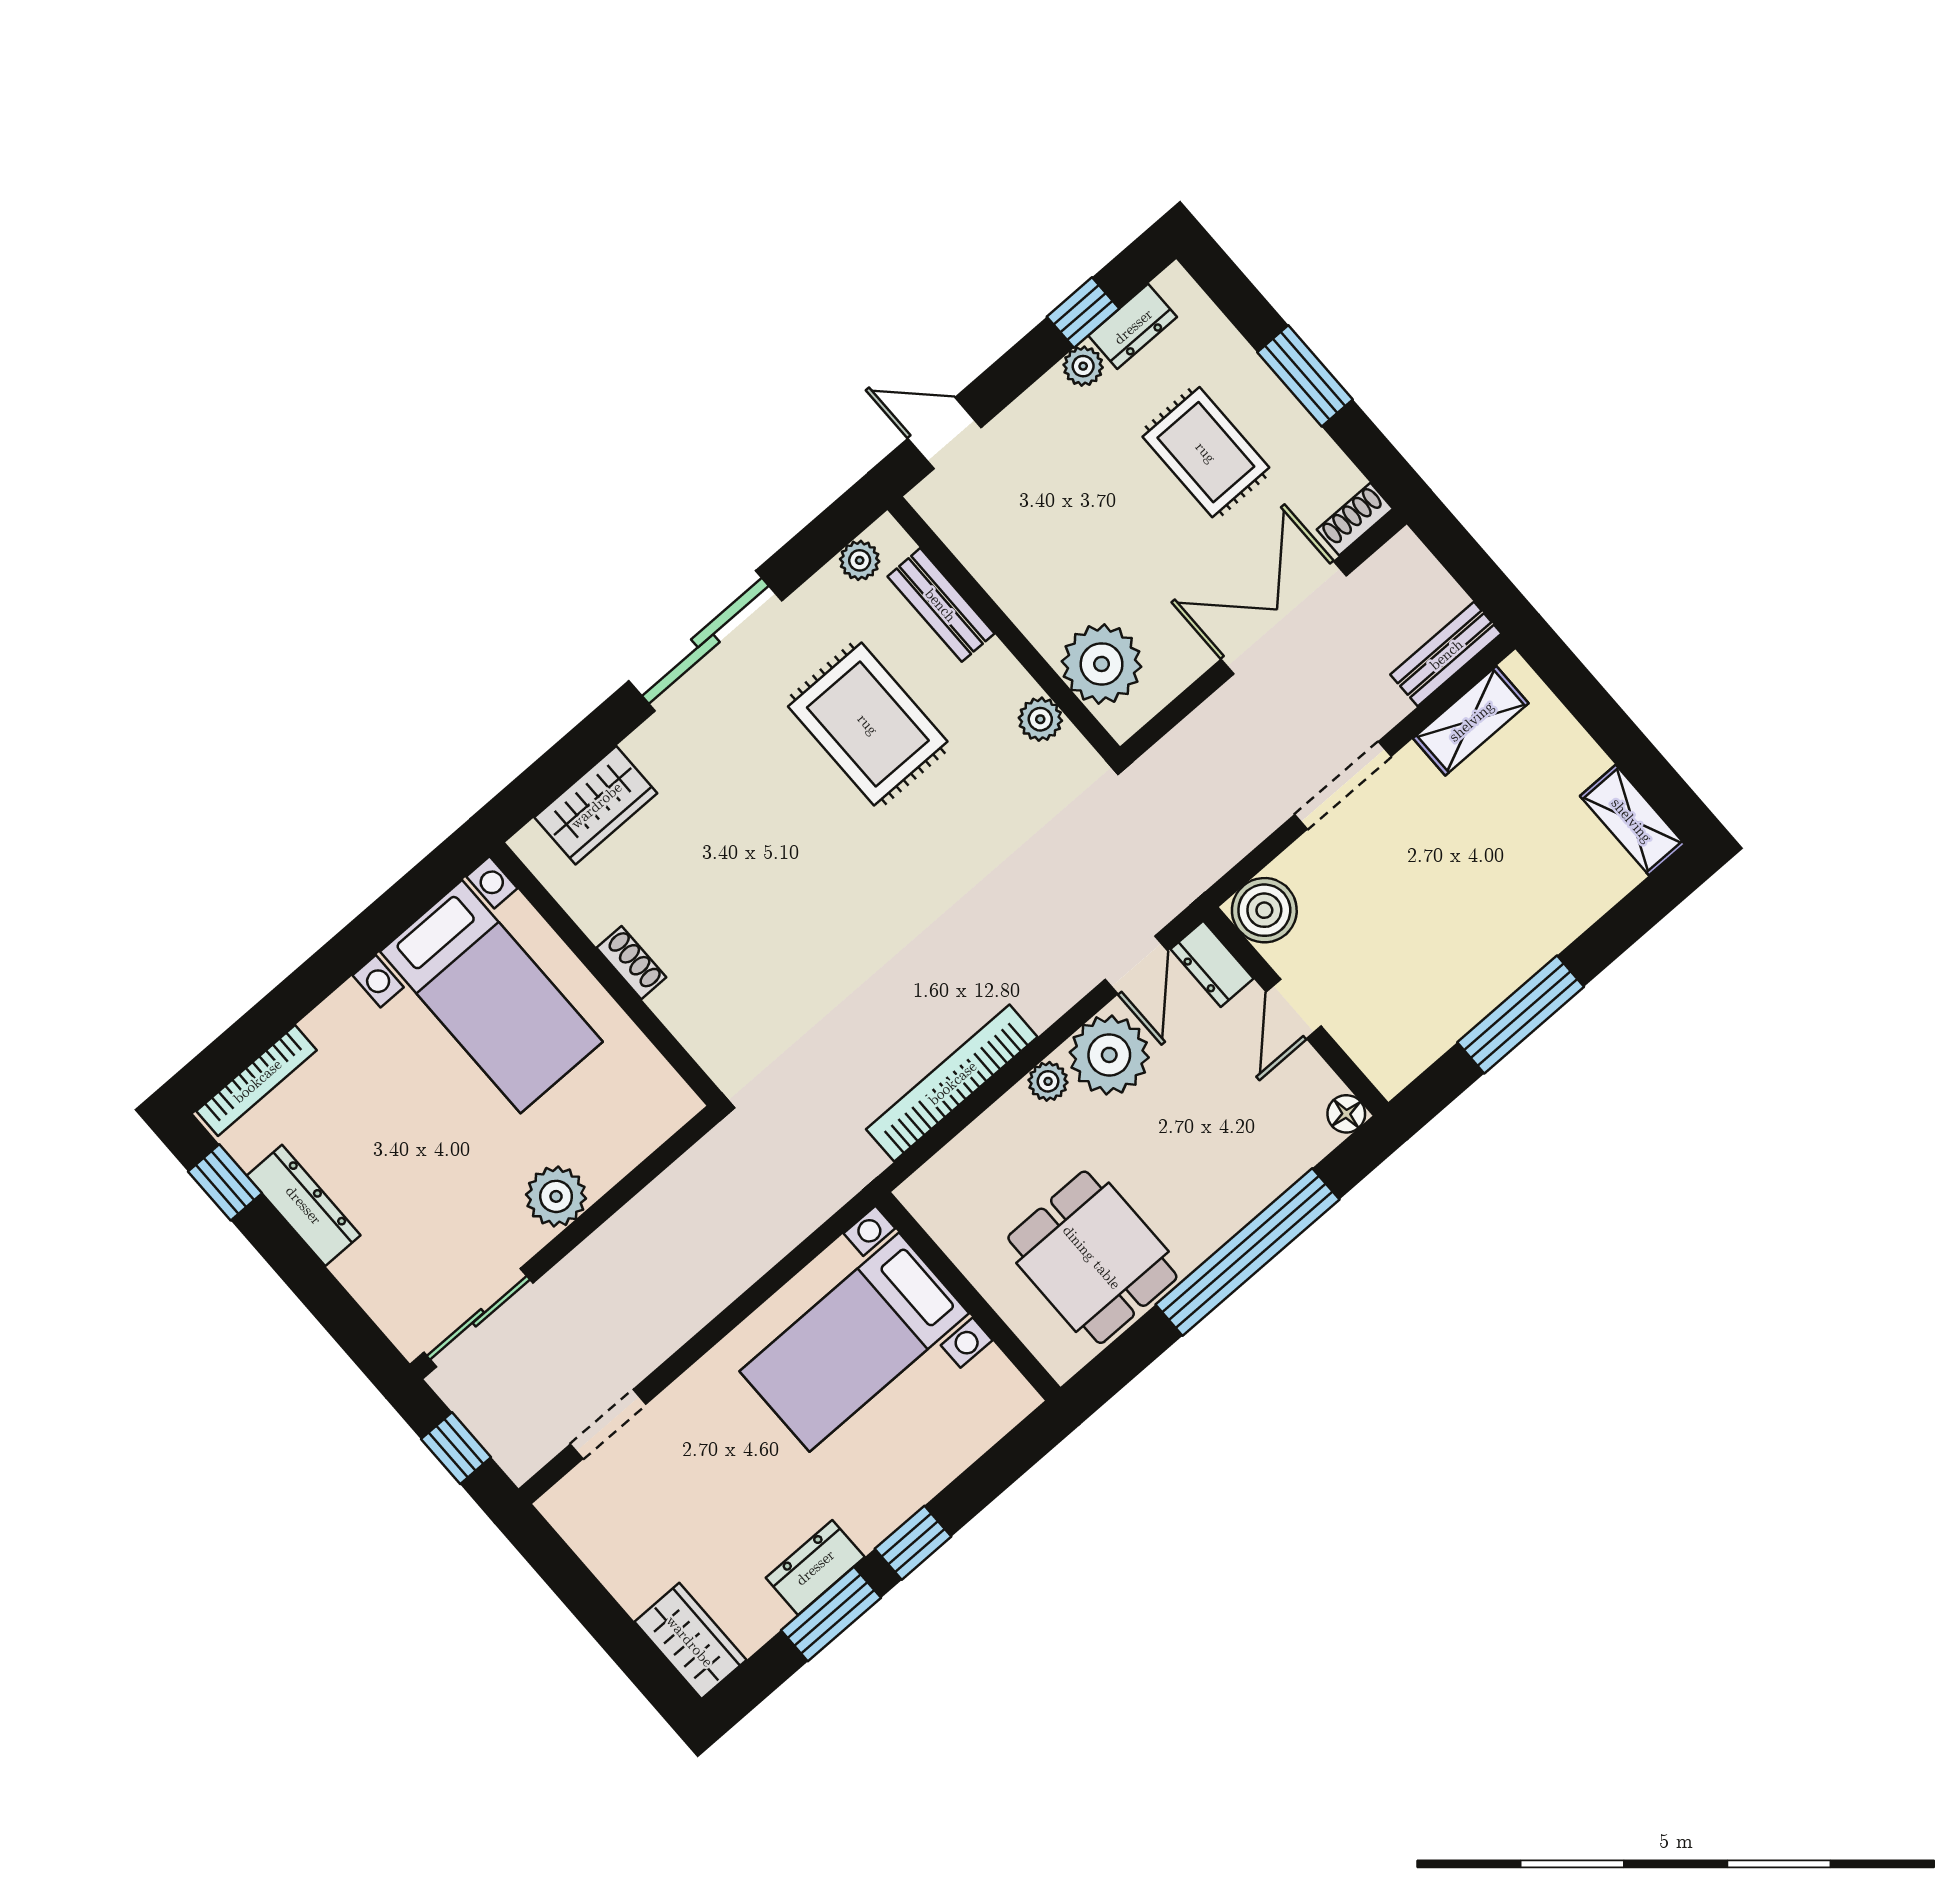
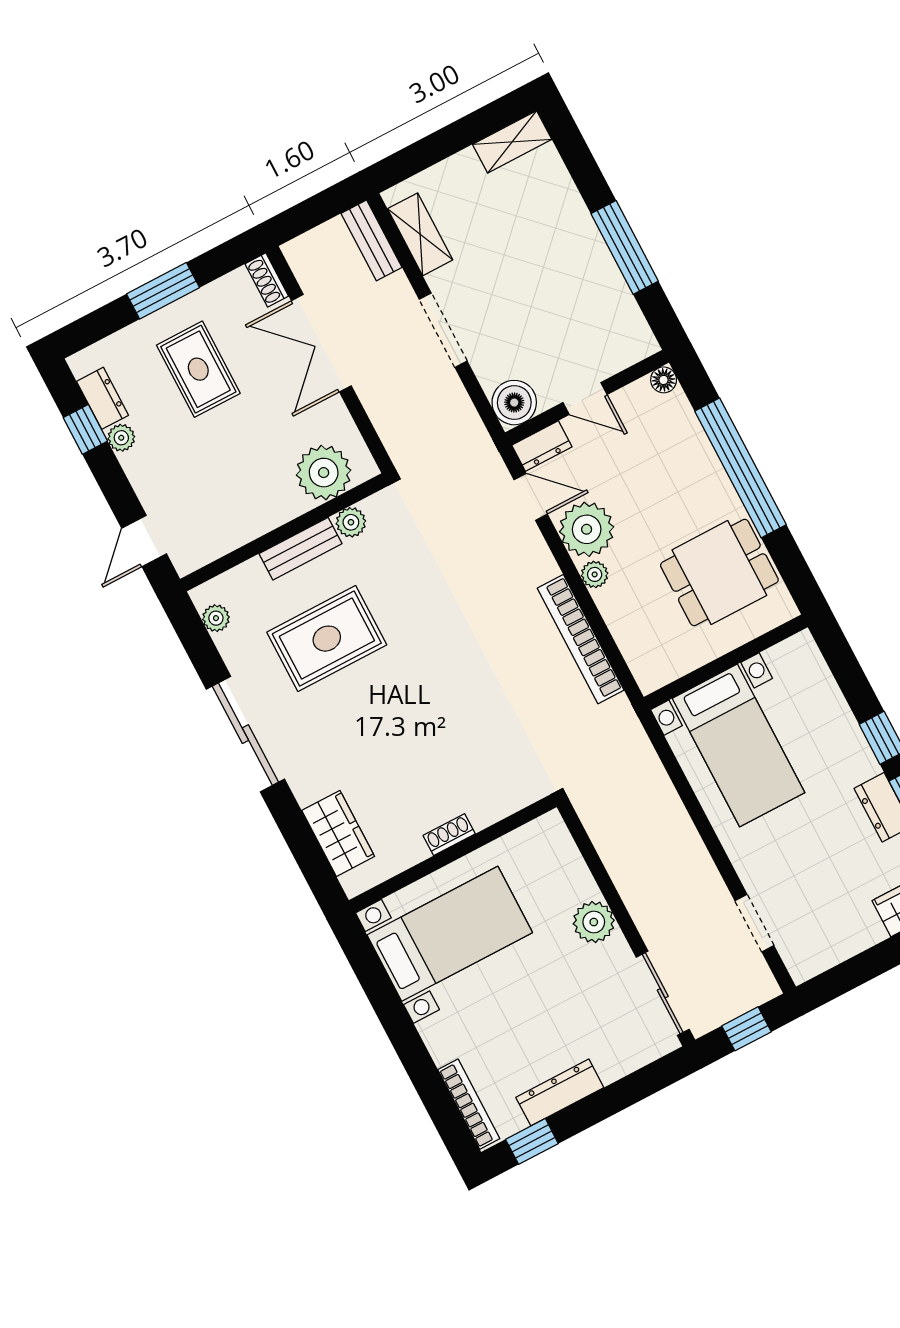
rug: (1206, 452) -> (198, 369), turned 90
bench: (941, 605) -> (300, 549), moved

